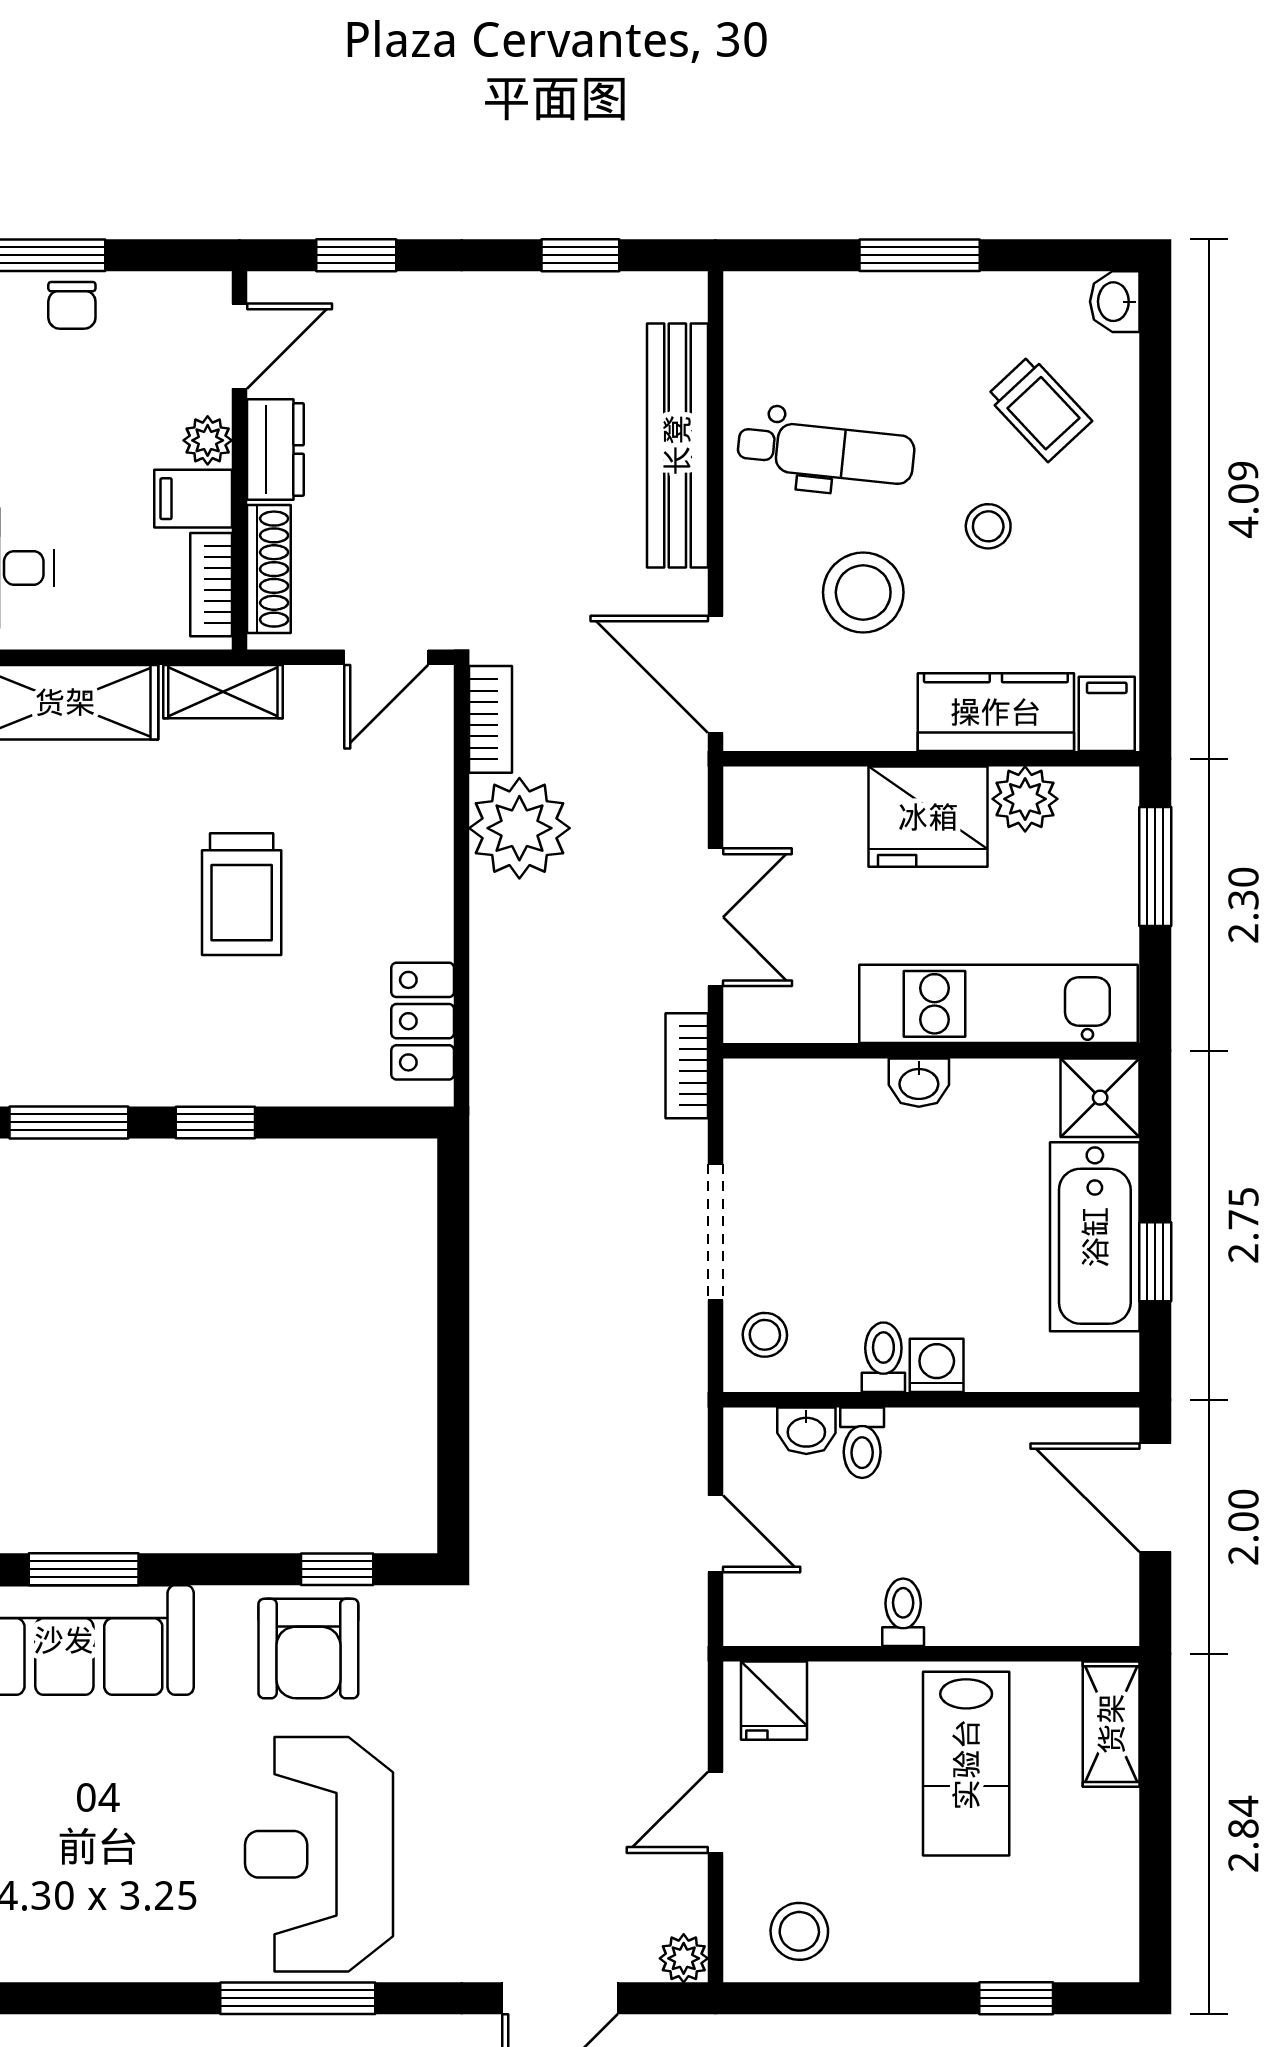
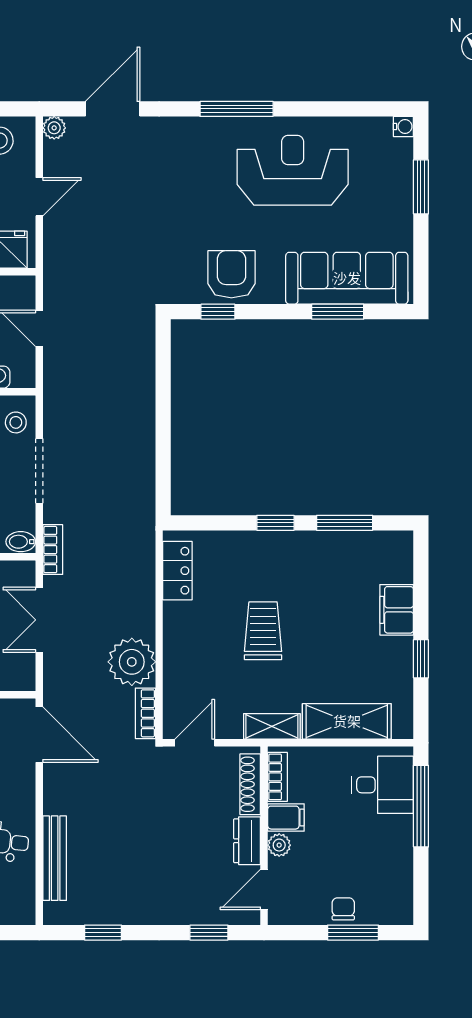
bench: (677, 445) -> (55, 858), width x0.73, depth x0.82
bidet: (754, 1083) -> (21, 542), added
reception desk: (319, 1854) -> (293, 170), moved, turned -90

